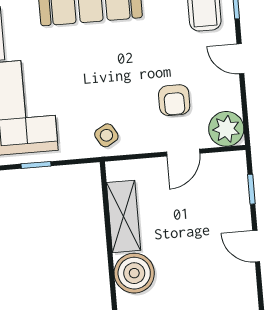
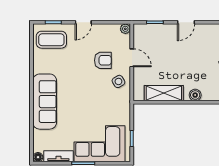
plant: (226, 129) -> (125, 29), width x0.53, depth x0.53
side table: (106, 135) -> (118, 81), moved
boiler: (134, 273) -> (195, 95), width x0.54, depth x0.54

